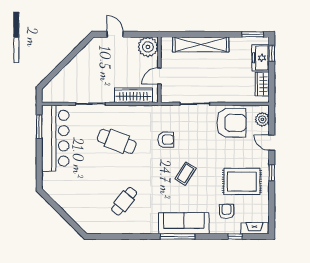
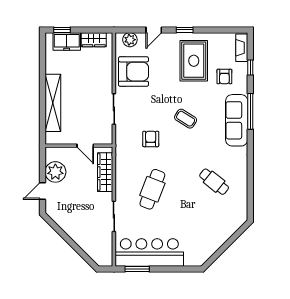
window: (253, 34) -> (42, 50), removed
plant: (148, 47) -> (55, 172), moved
armchair: (231, 123) -> (133, 72), turned 90
armchair: (226, 211) -> (224, 77), turned -90
window: (178, 236) -> (250, 111), moved

